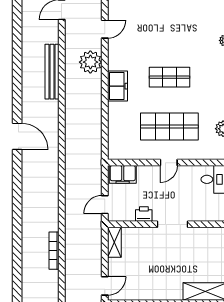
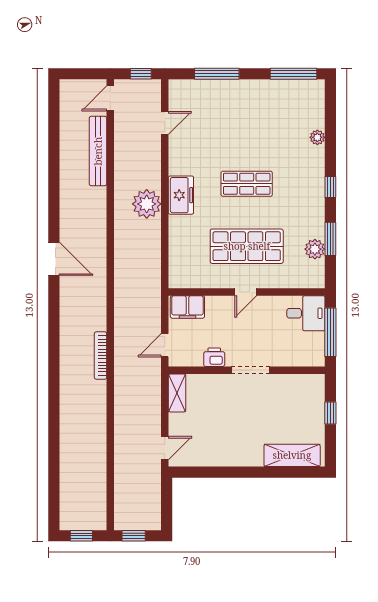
plant: (90, 62) -> (147, 204), moved
bench: (52, 72) -> (98, 151), moved
bookcase: (54, 251) -> (101, 356), moved

